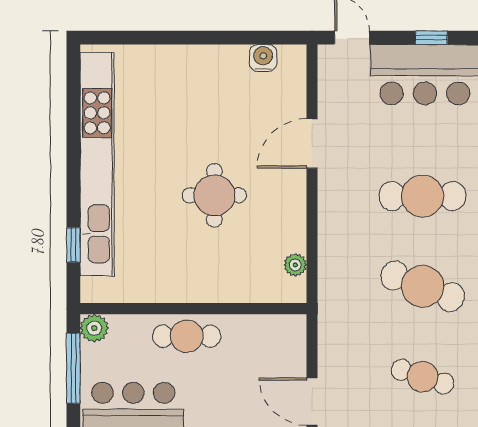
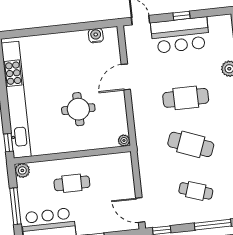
wall: (193, 309) -> (72, 155), moved
plant: (94, 328) -> (22, 170), moved

